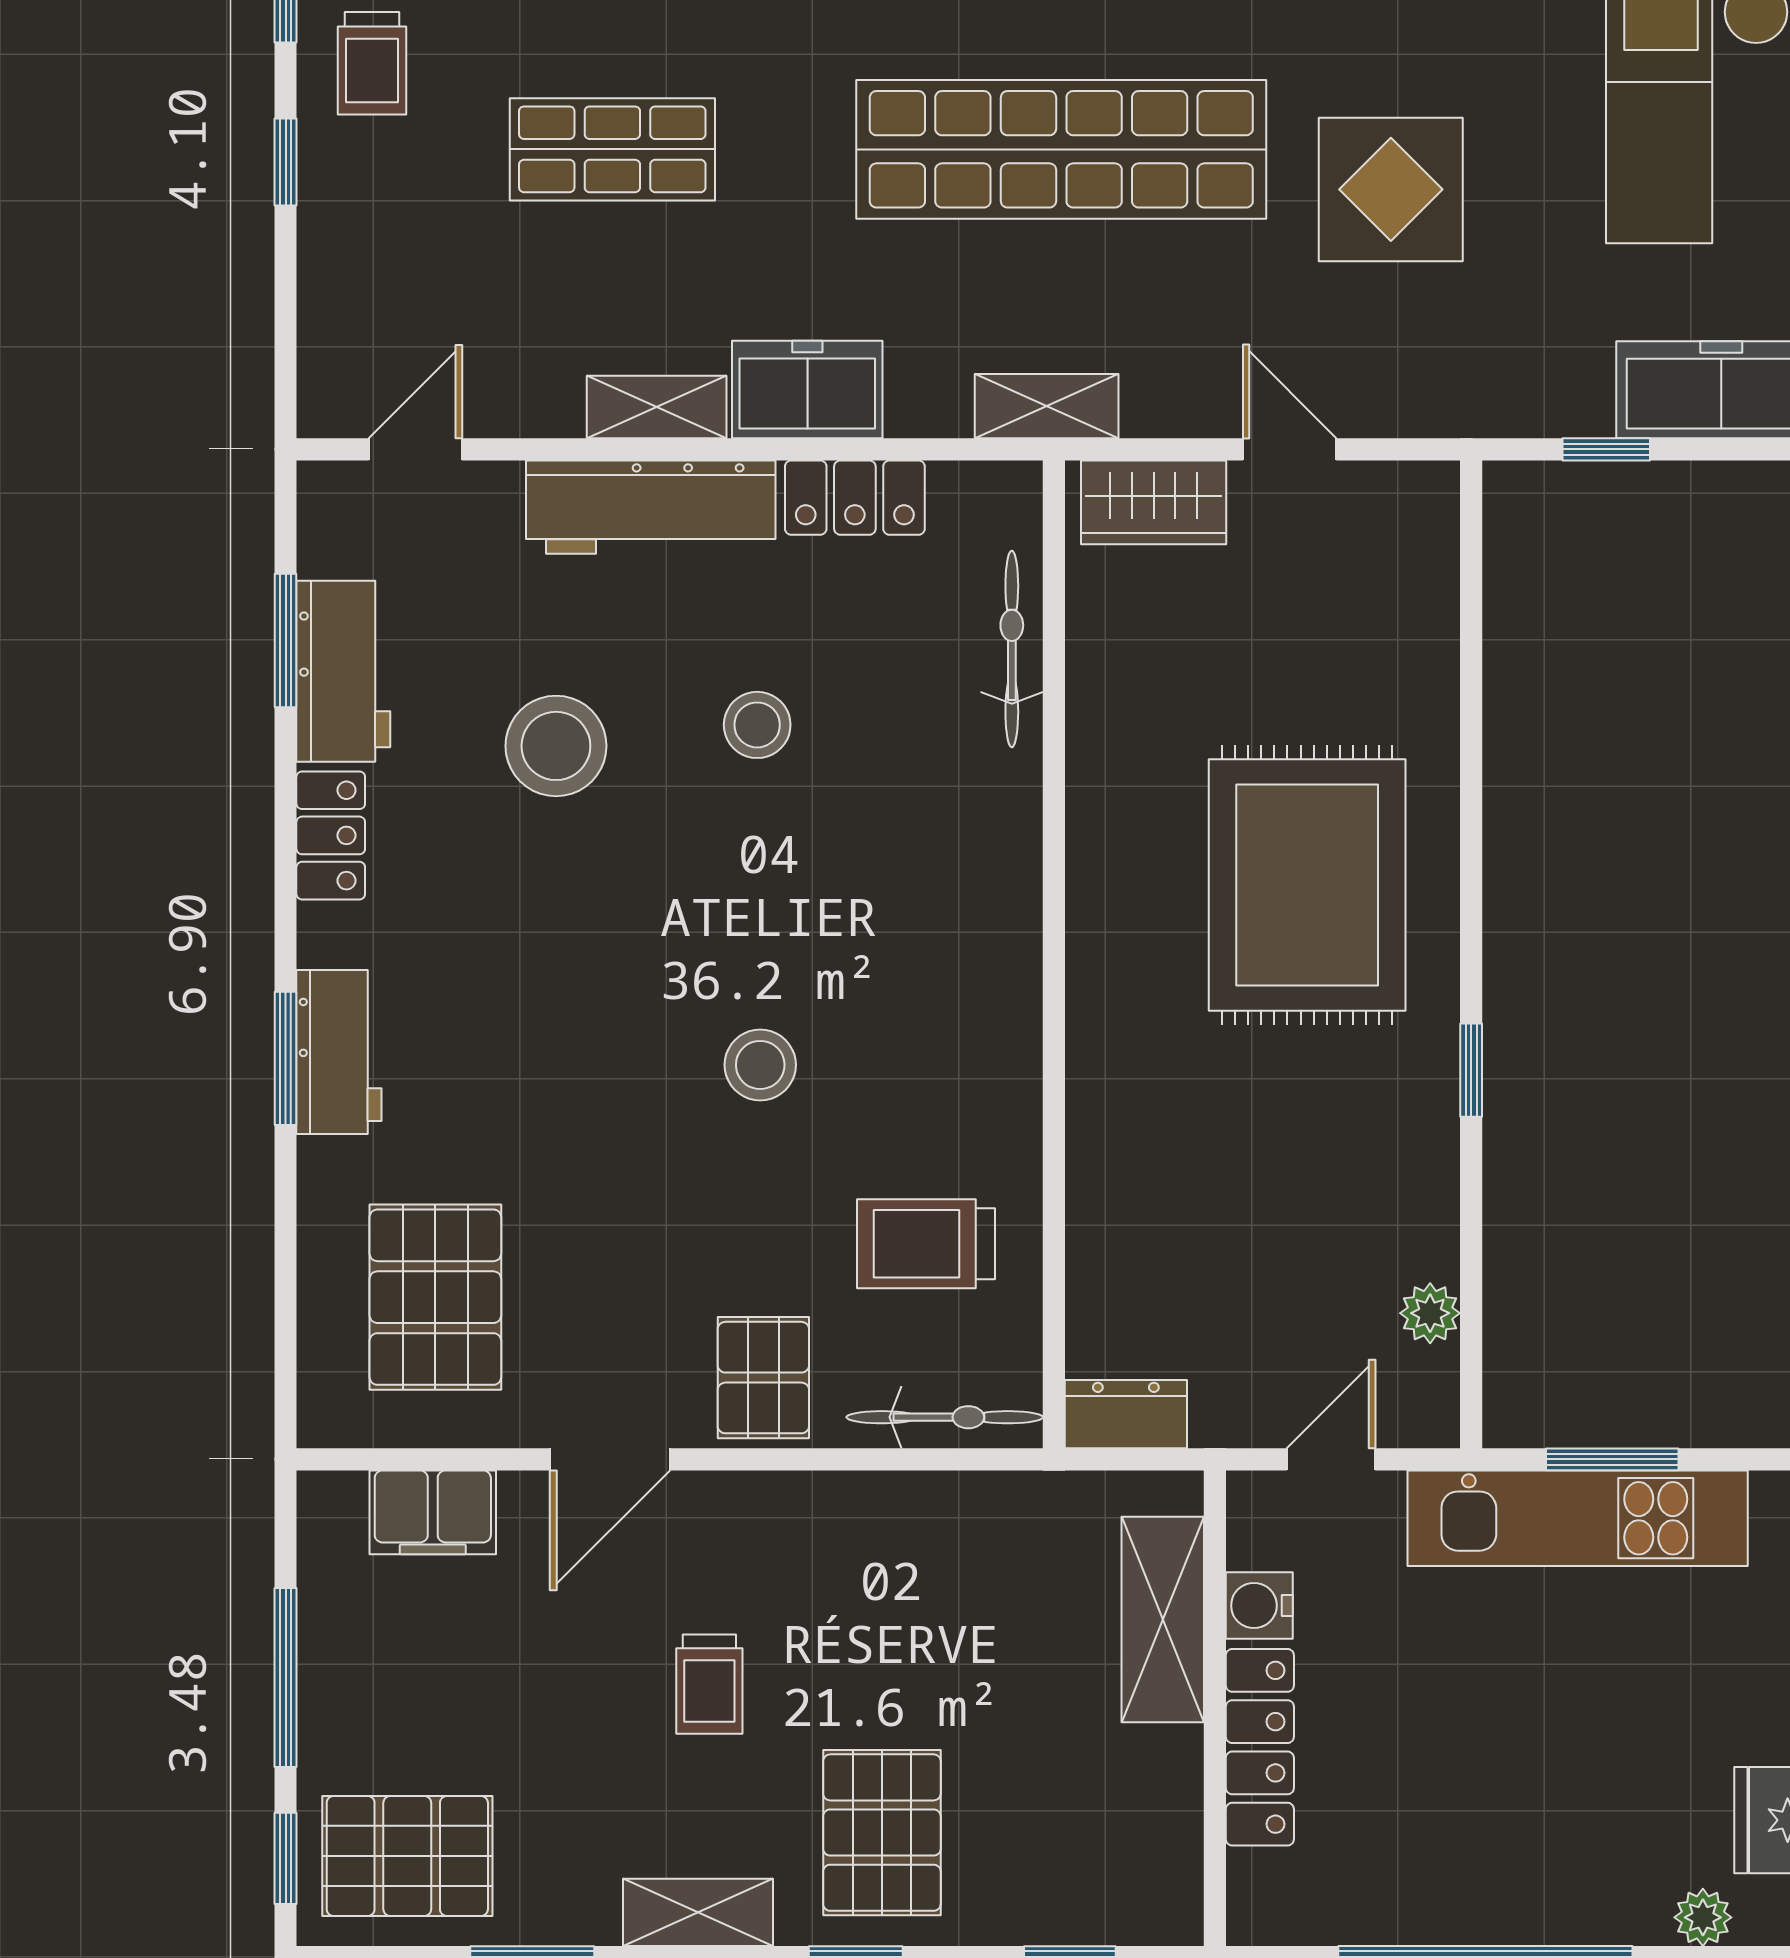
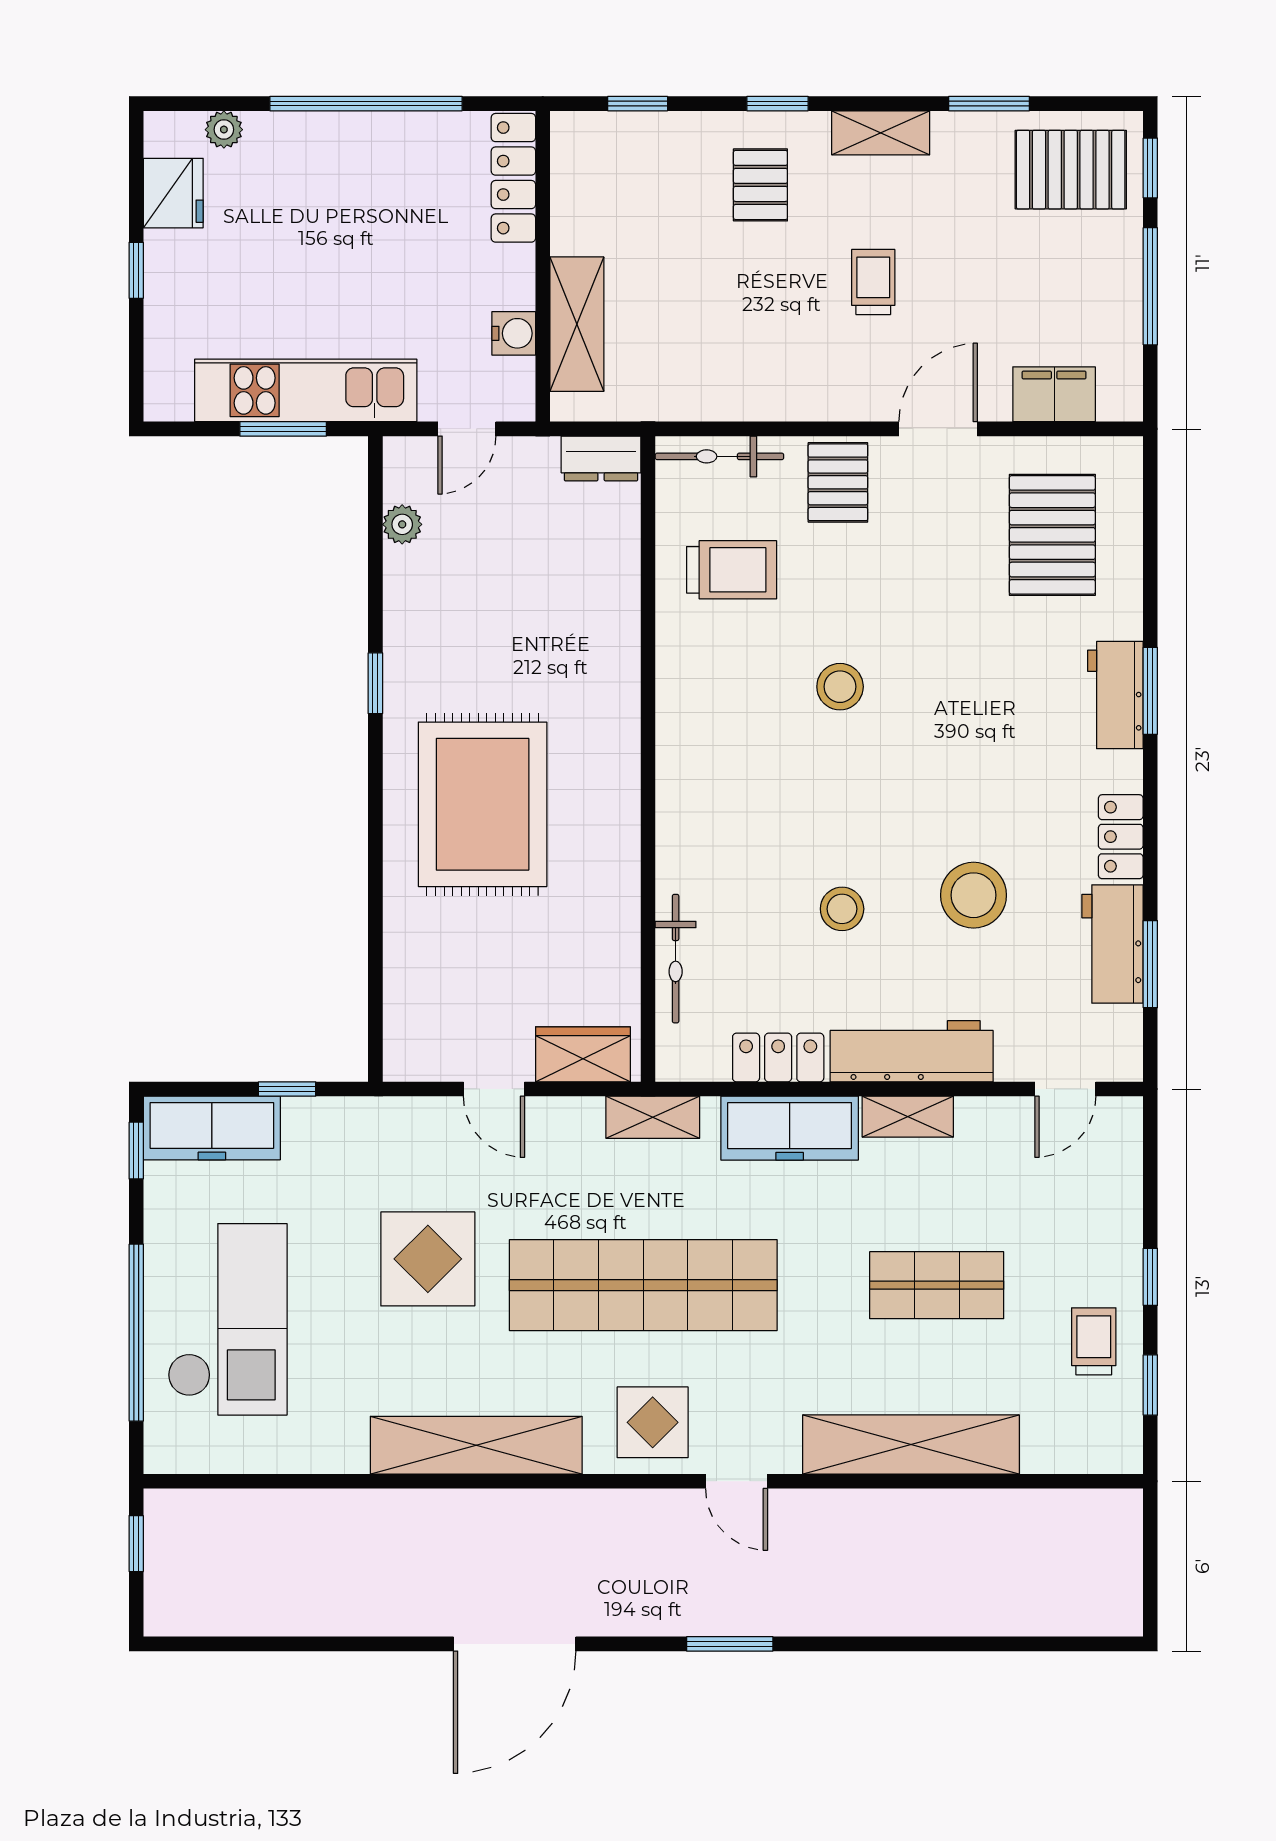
freezer: (807, 390) -> (790, 1128), width x1.40
locker: (1260, 1747) -> (513, 178), moved
pallet: (882, 1833) -> (760, 185), width x0.67, depth x0.71

